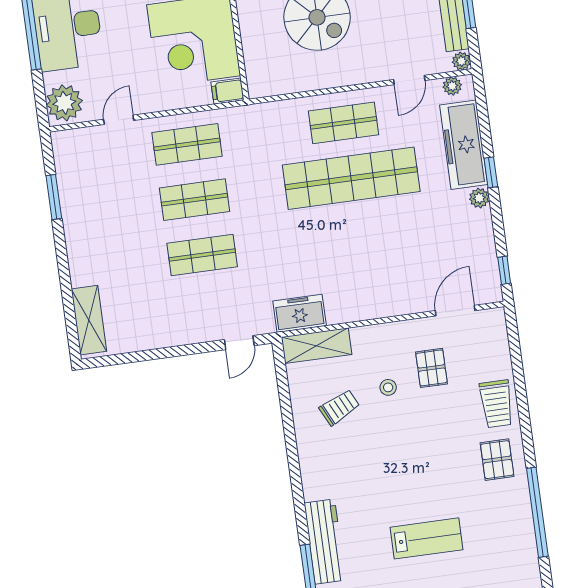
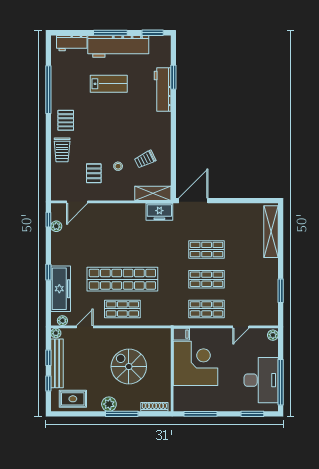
plant: (64, 103) -> (273, 335), width x0.53, depth x0.53
plant: (479, 198) -> (56, 226), moved
shelving: (89, 320) -> (271, 232), width x1.47
door: (239, 343) -> (193, 201), width x1.87
trolley: (496, 404) -> (62, 150), turned 180
lab bench: (427, 538) -> (109, 84), turned 180

